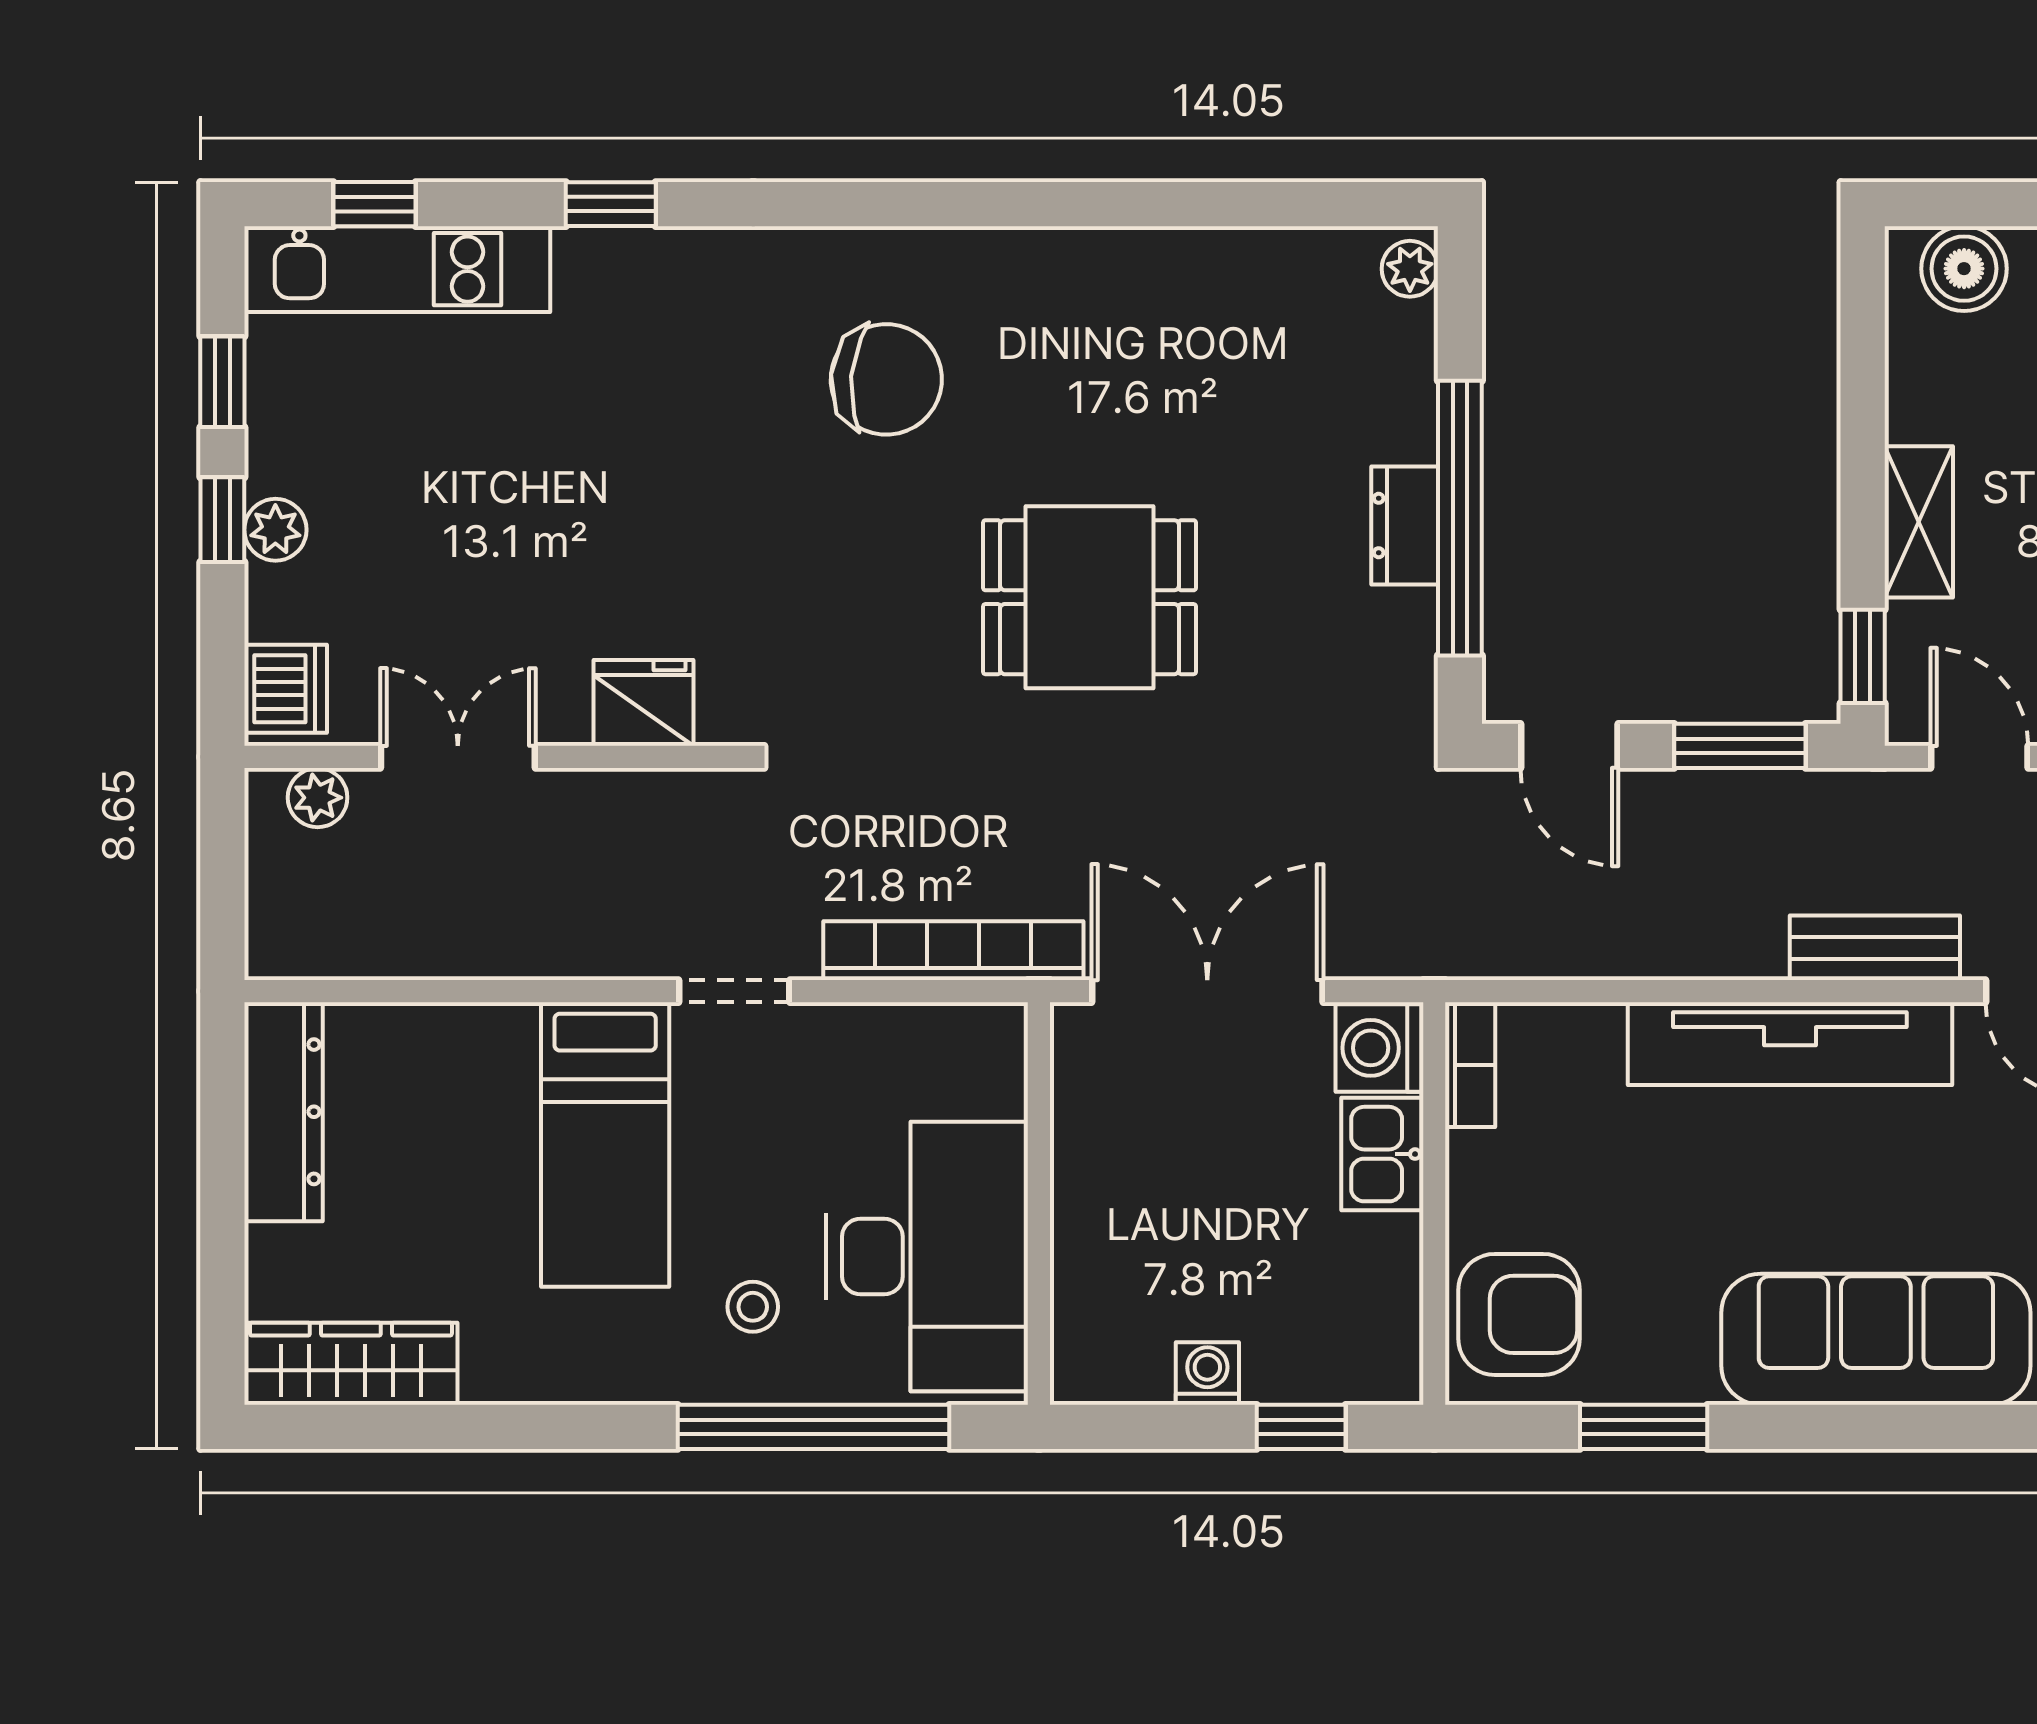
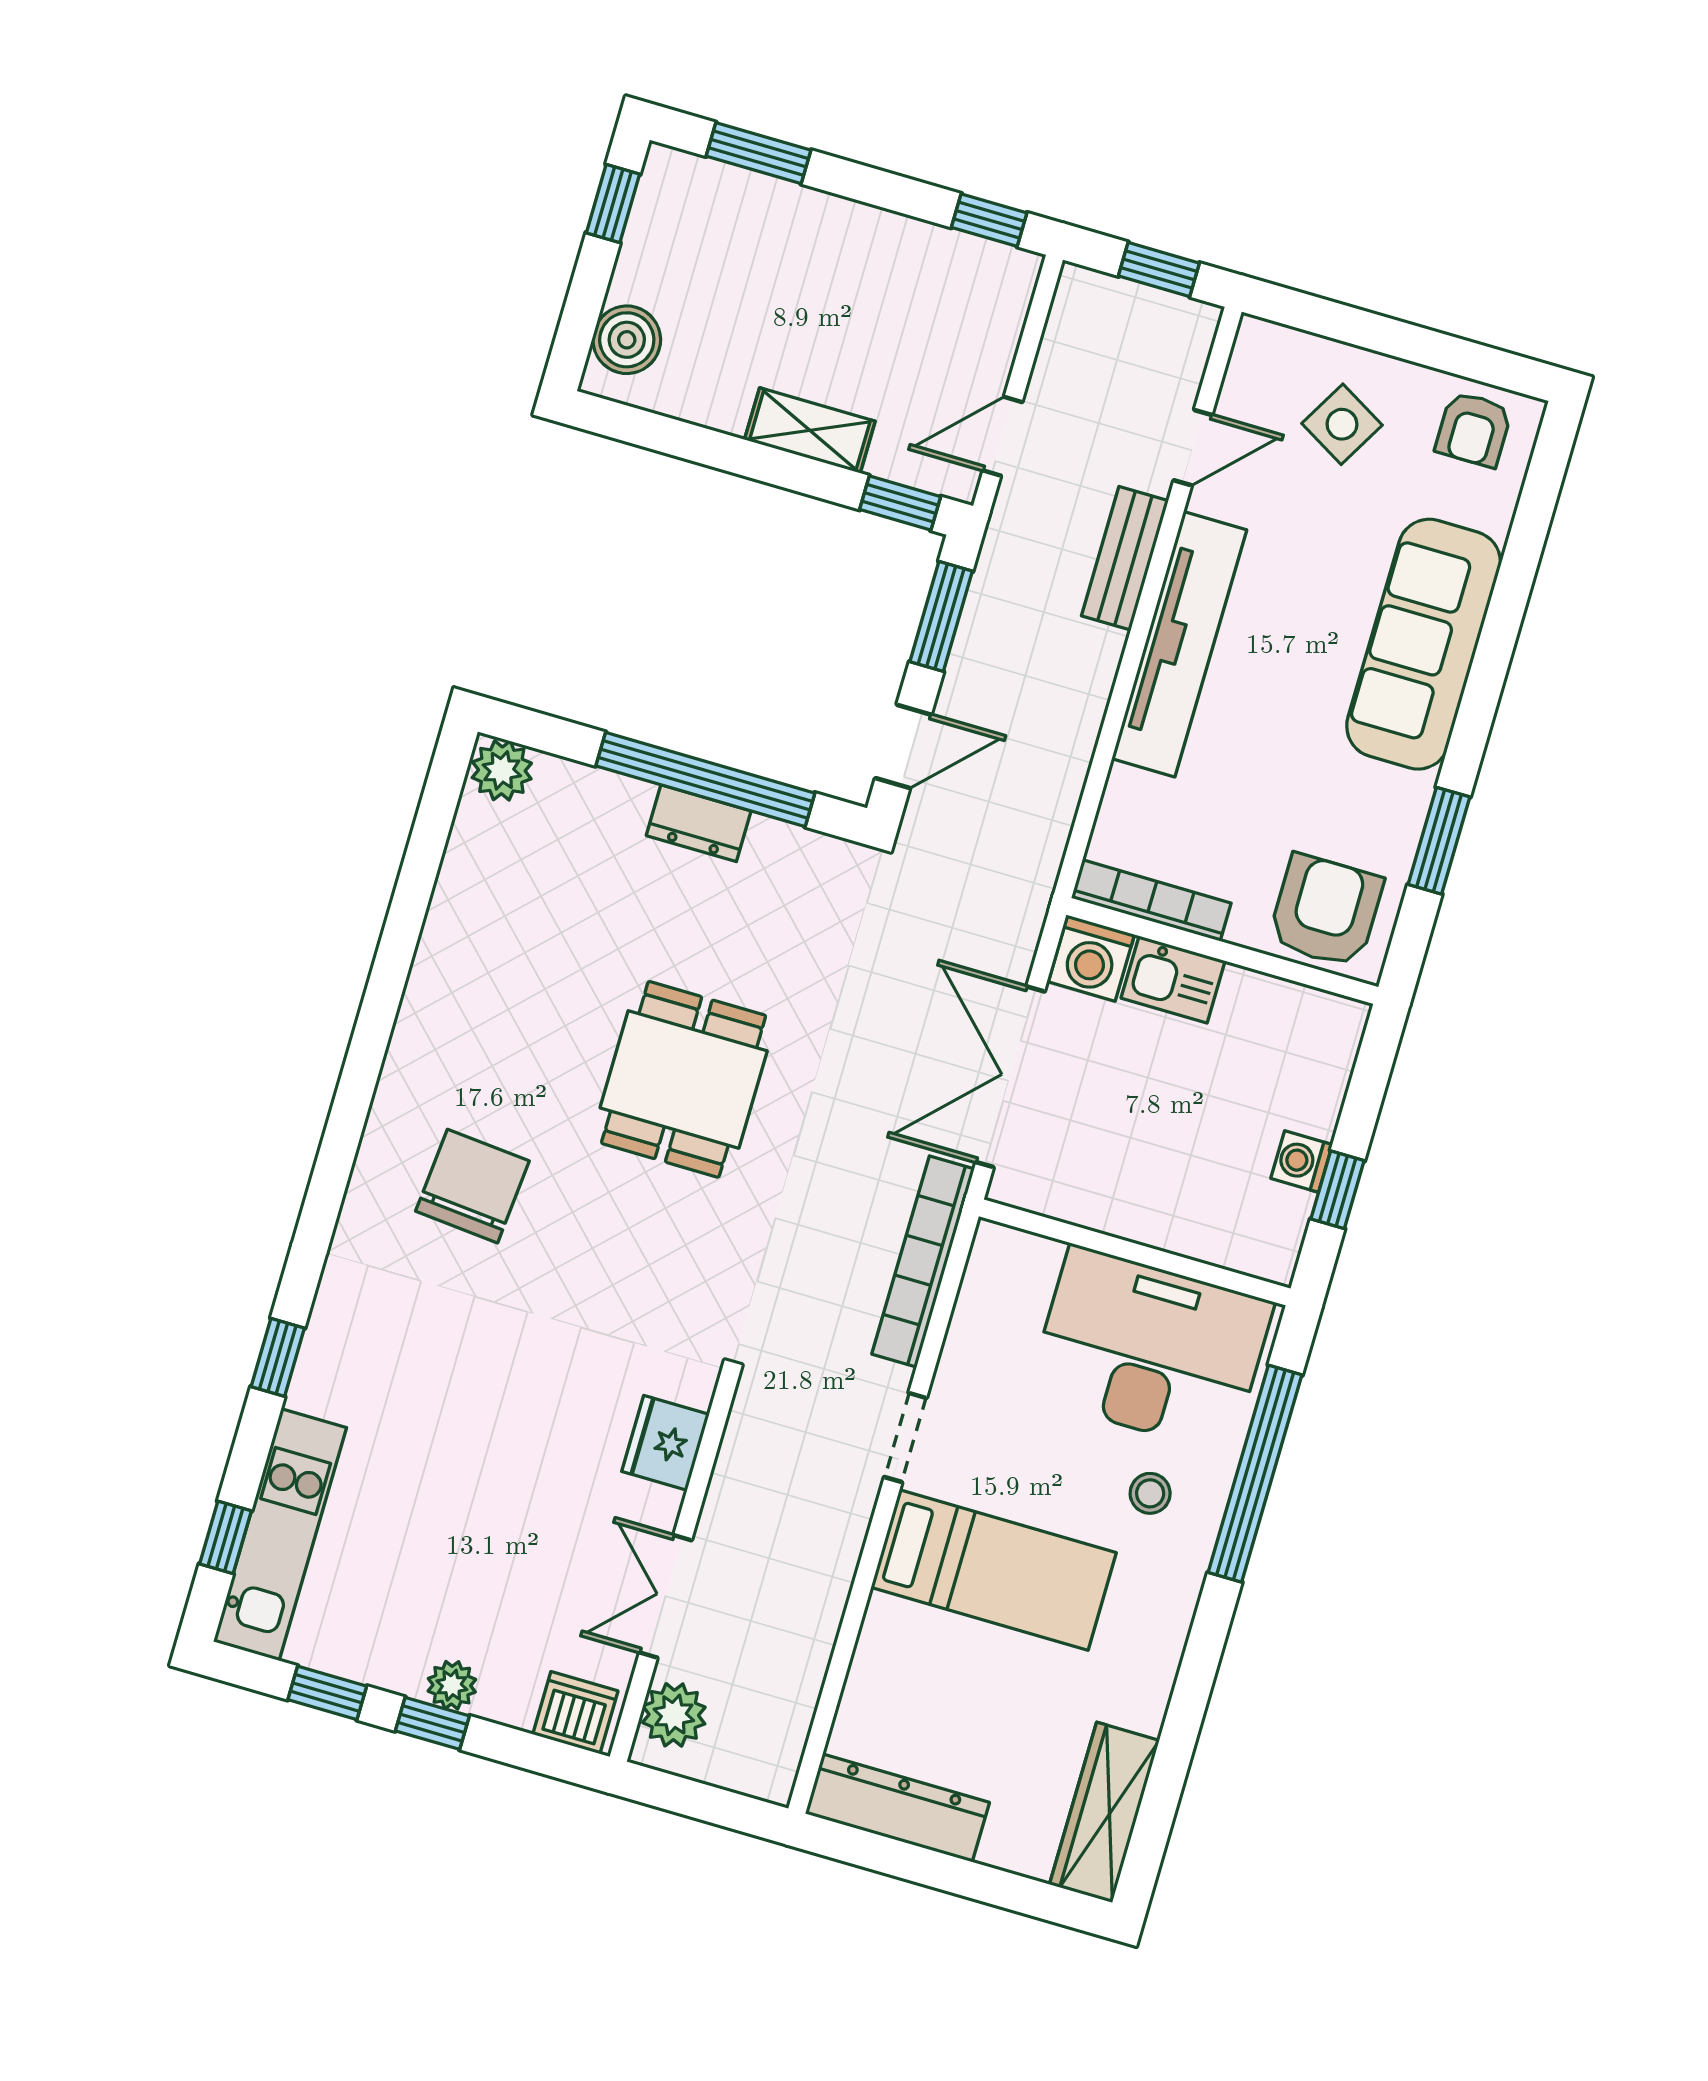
plant: (1410, 269) -> (502, 770), width x1.38, depth x1.38
plant: (318, 798) -> (674, 1715), width x1.38, depth x1.38
bookcase: (1470, 1065) -> (1151, 900), width x1.56
window: (1301, 1427) -> (1338, 1190), moved

